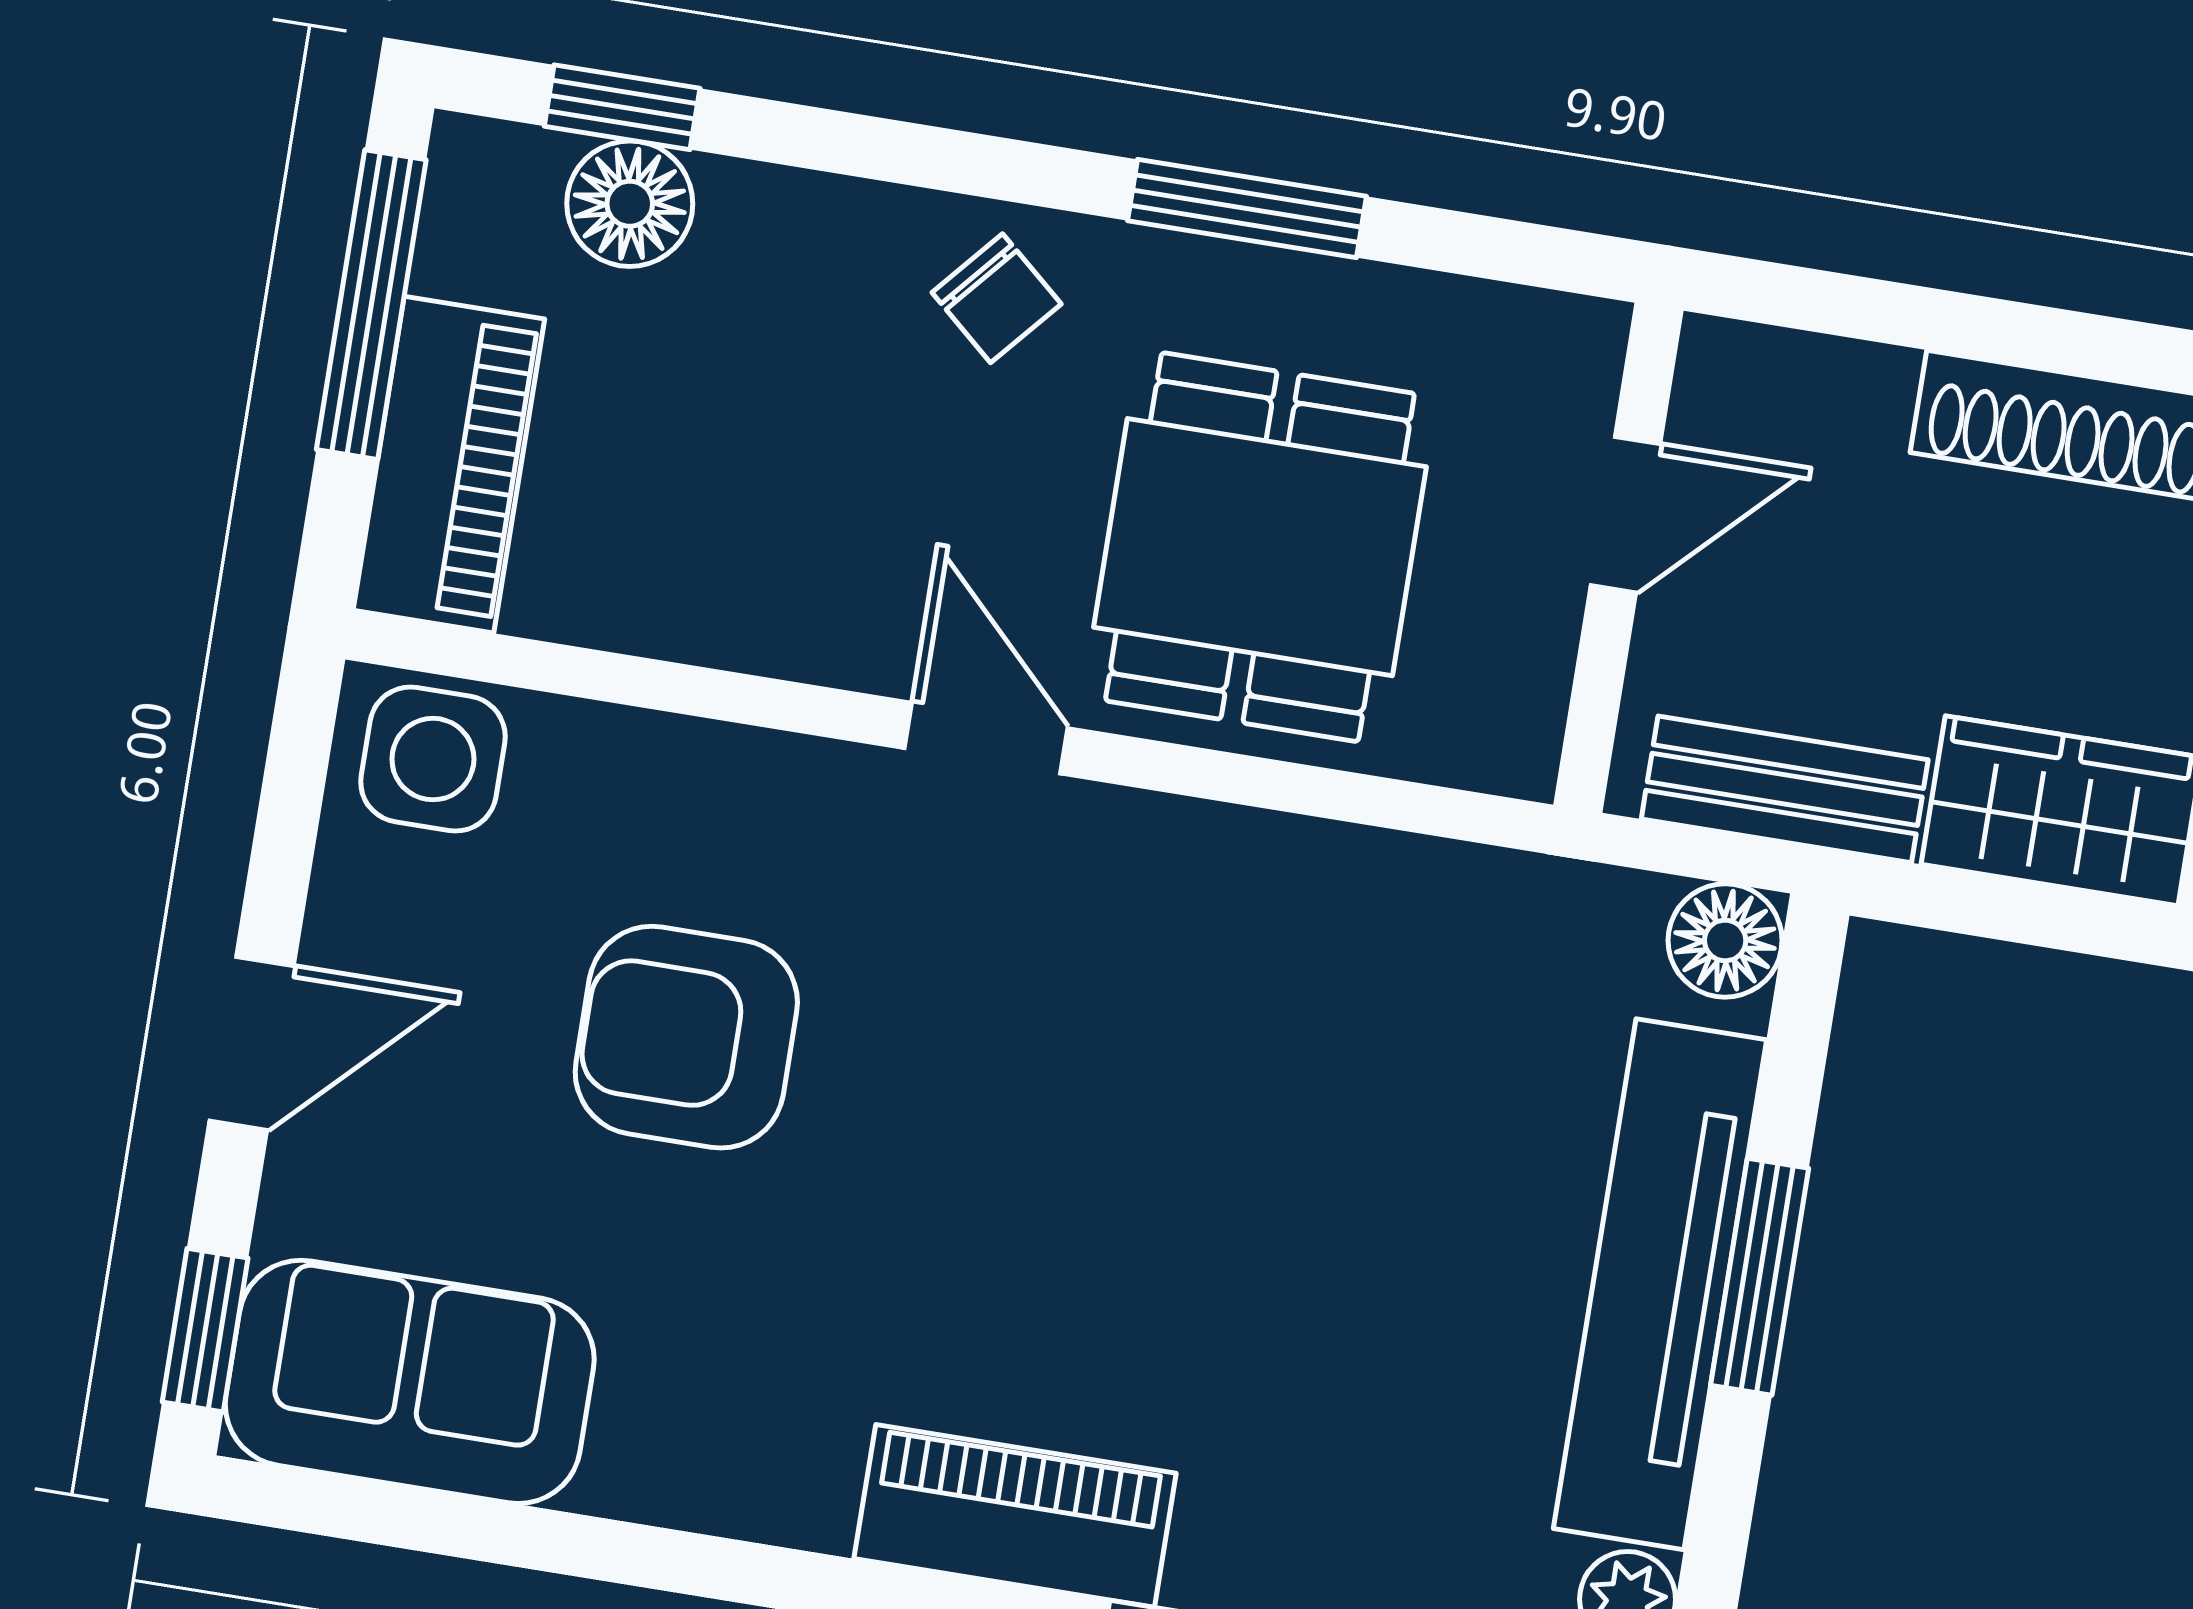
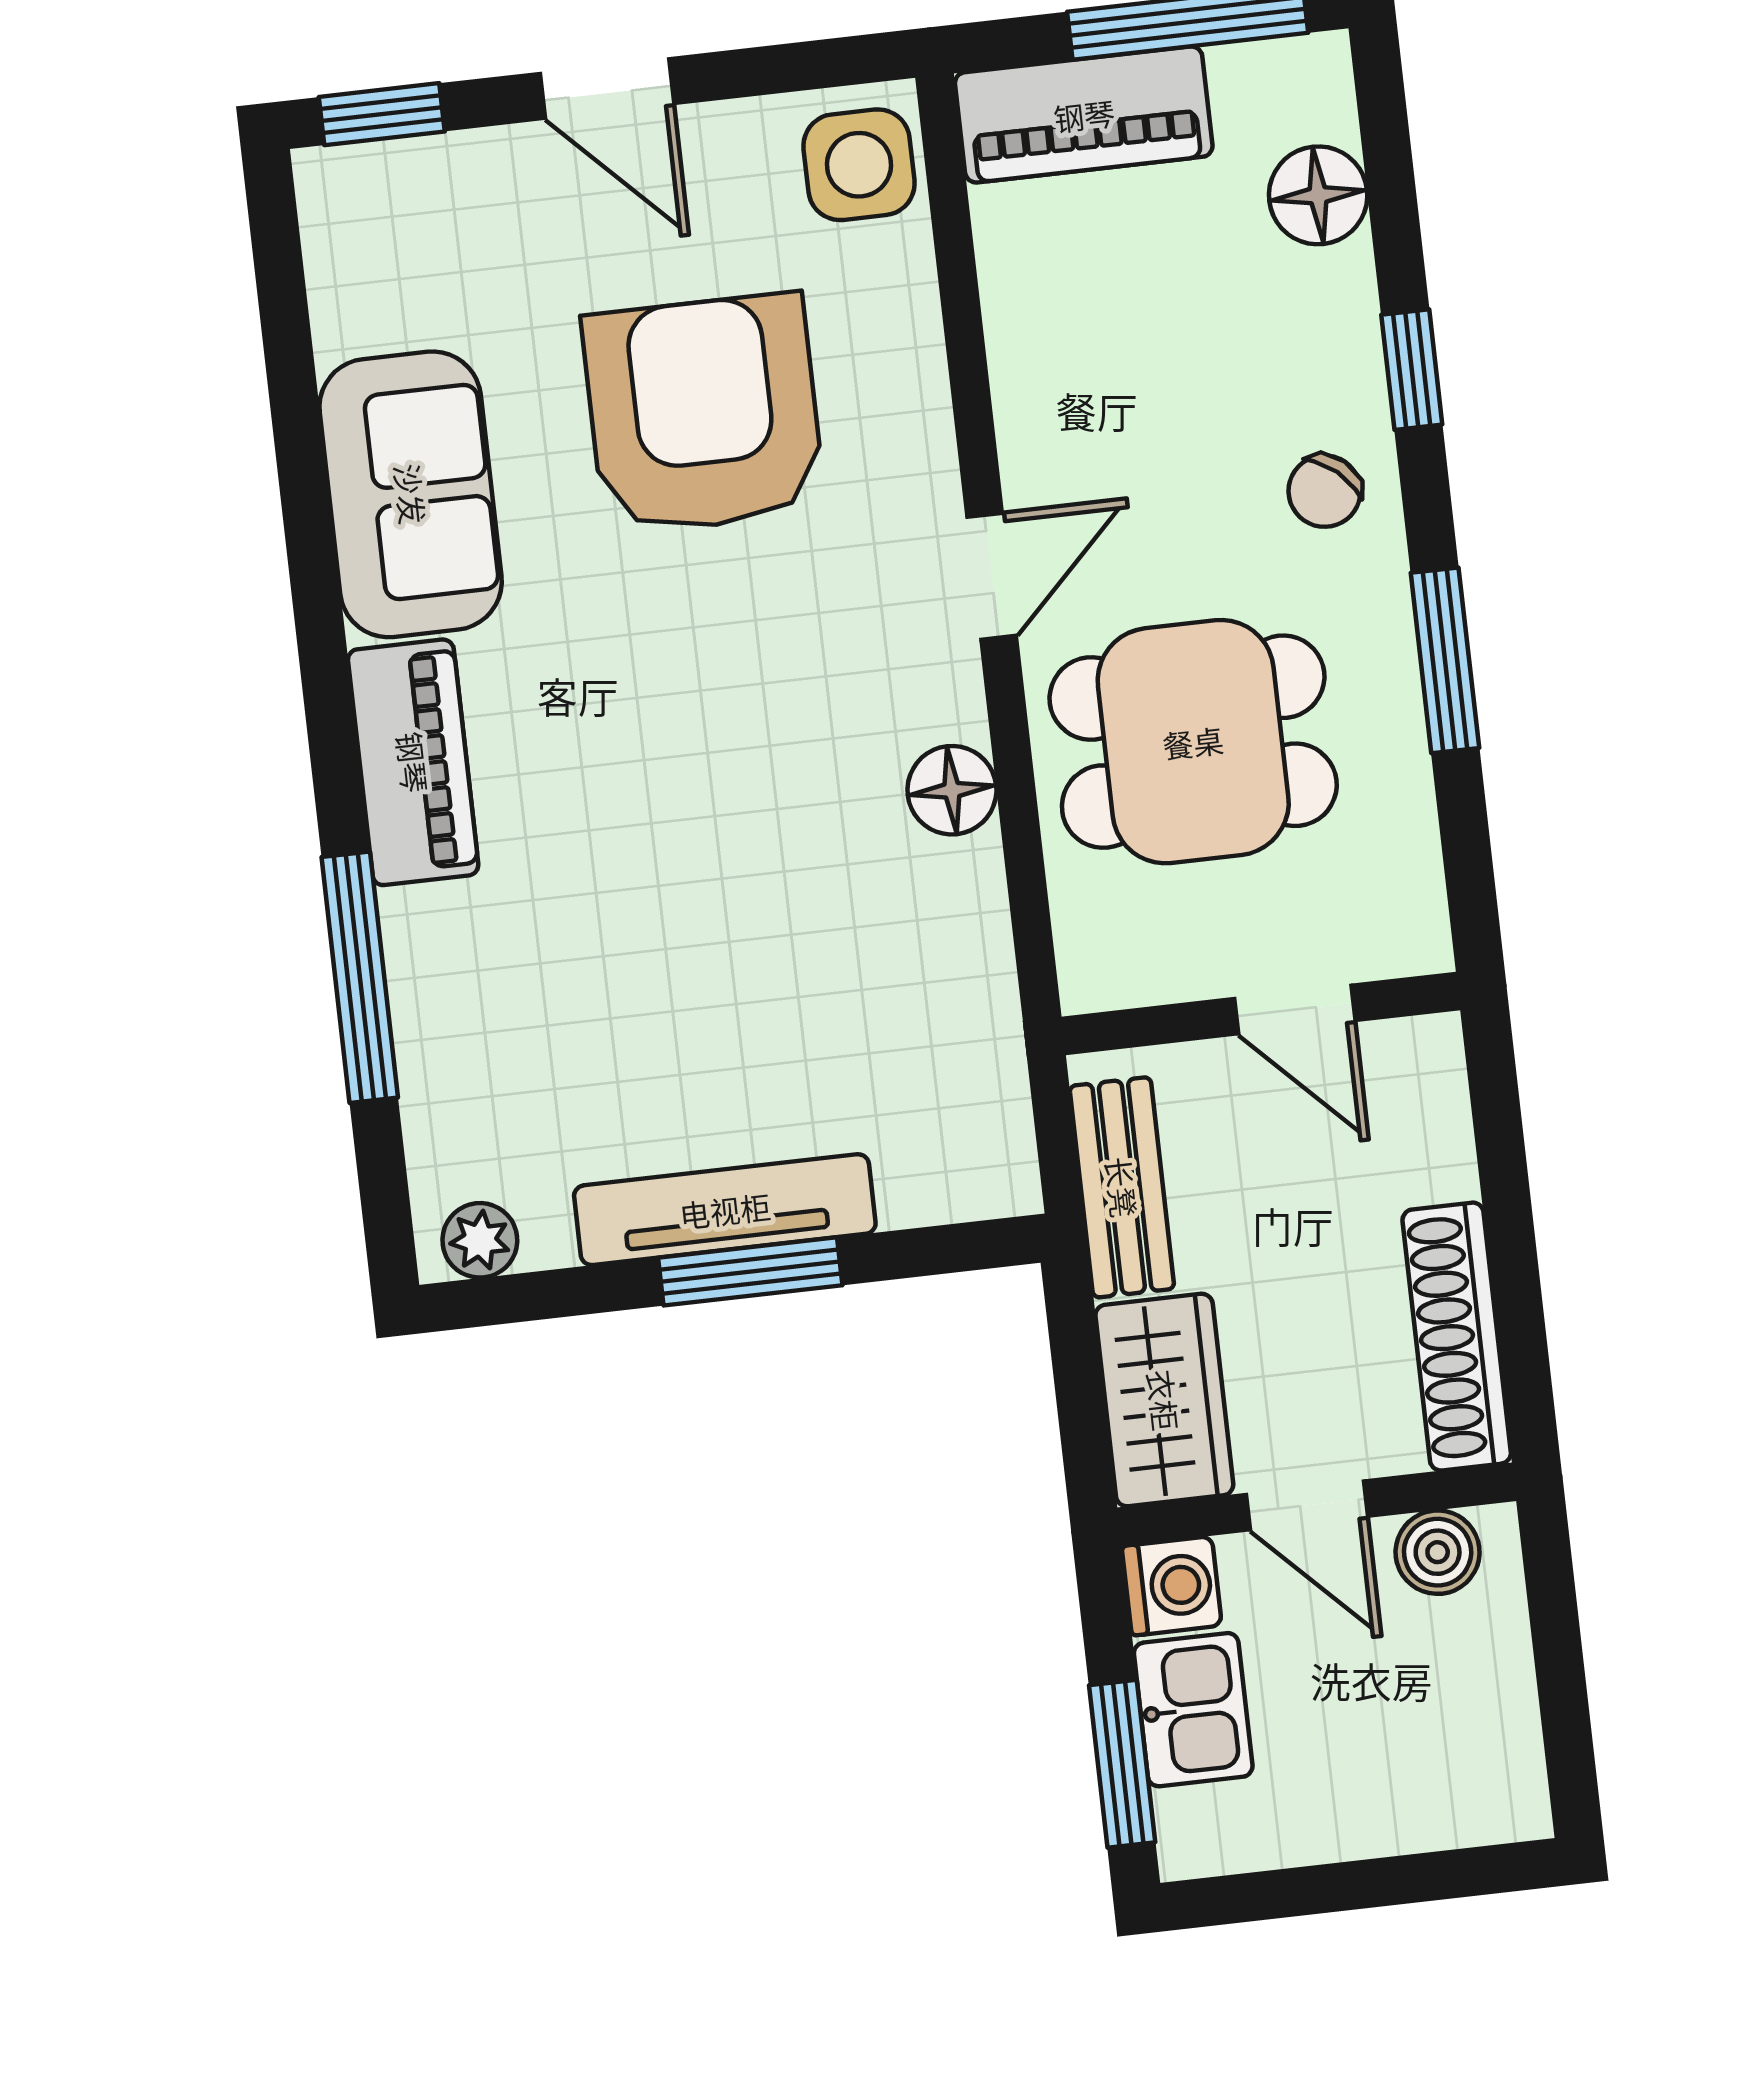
window: (622, 107) -> (1412, 370), moved
floor lamp: (1725, 940) -> (952, 790), moved
armchair: (686, 1037) -> (704, 414), width x1.36, depth x1.36
tv unit: (1660, 1284) -> (725, 1210), width x0.73, depth x0.78
sofa: (410, 1382) -> (411, 494), moved

